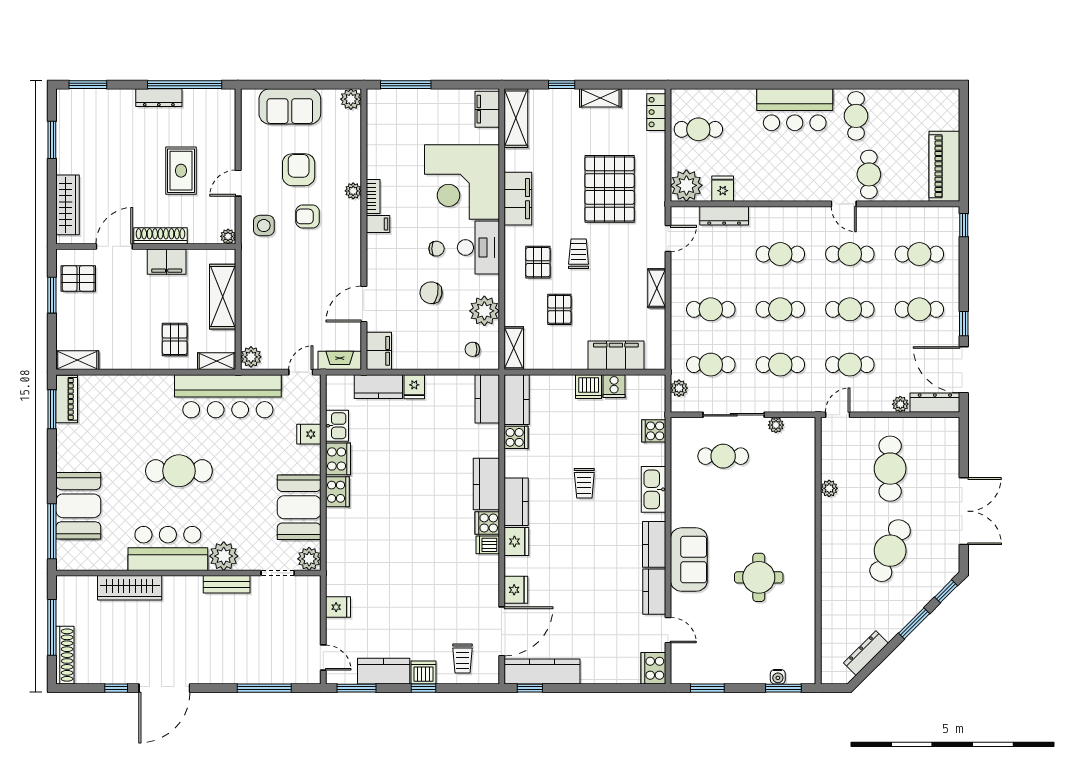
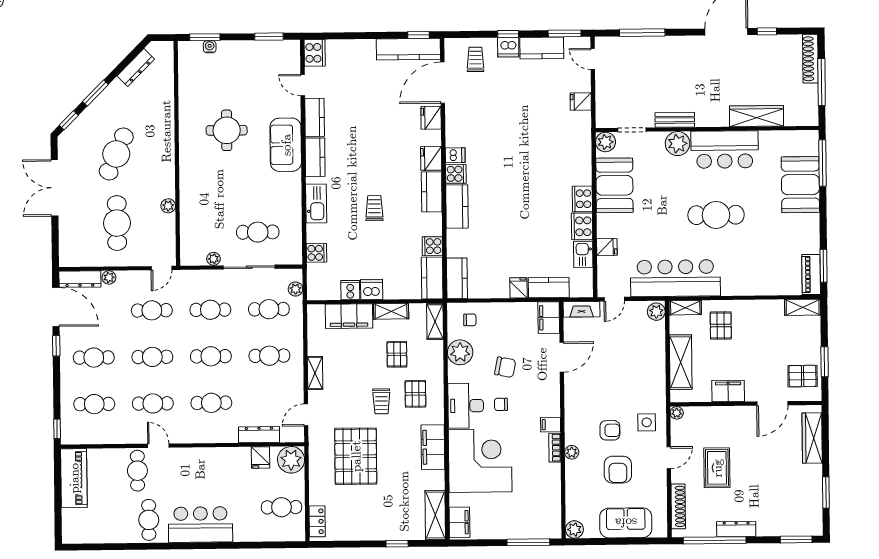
shelving: (600, 98) -> (391, 311), moved
shoe rack: (160, 236) -> (678, 506), moved, turned -90

